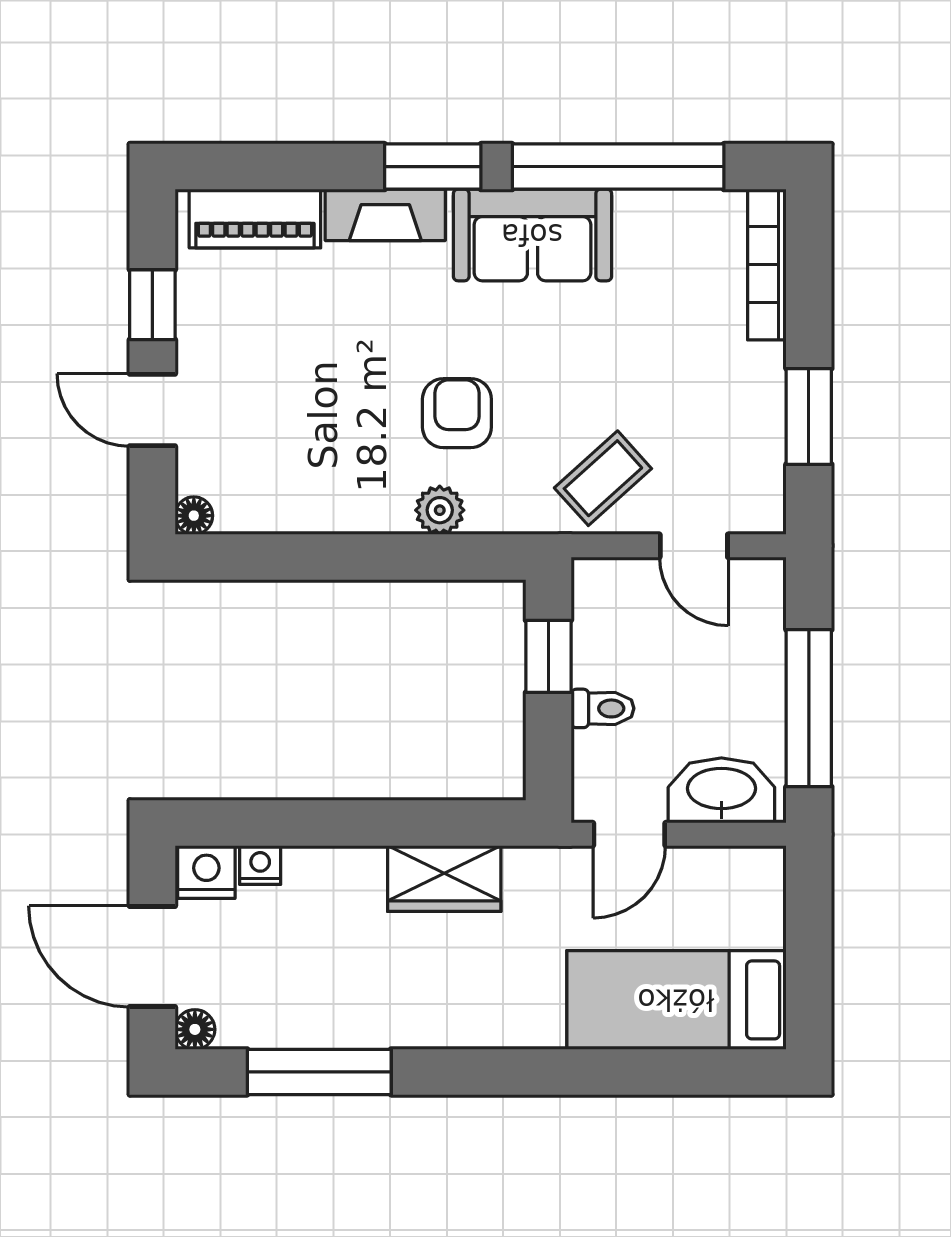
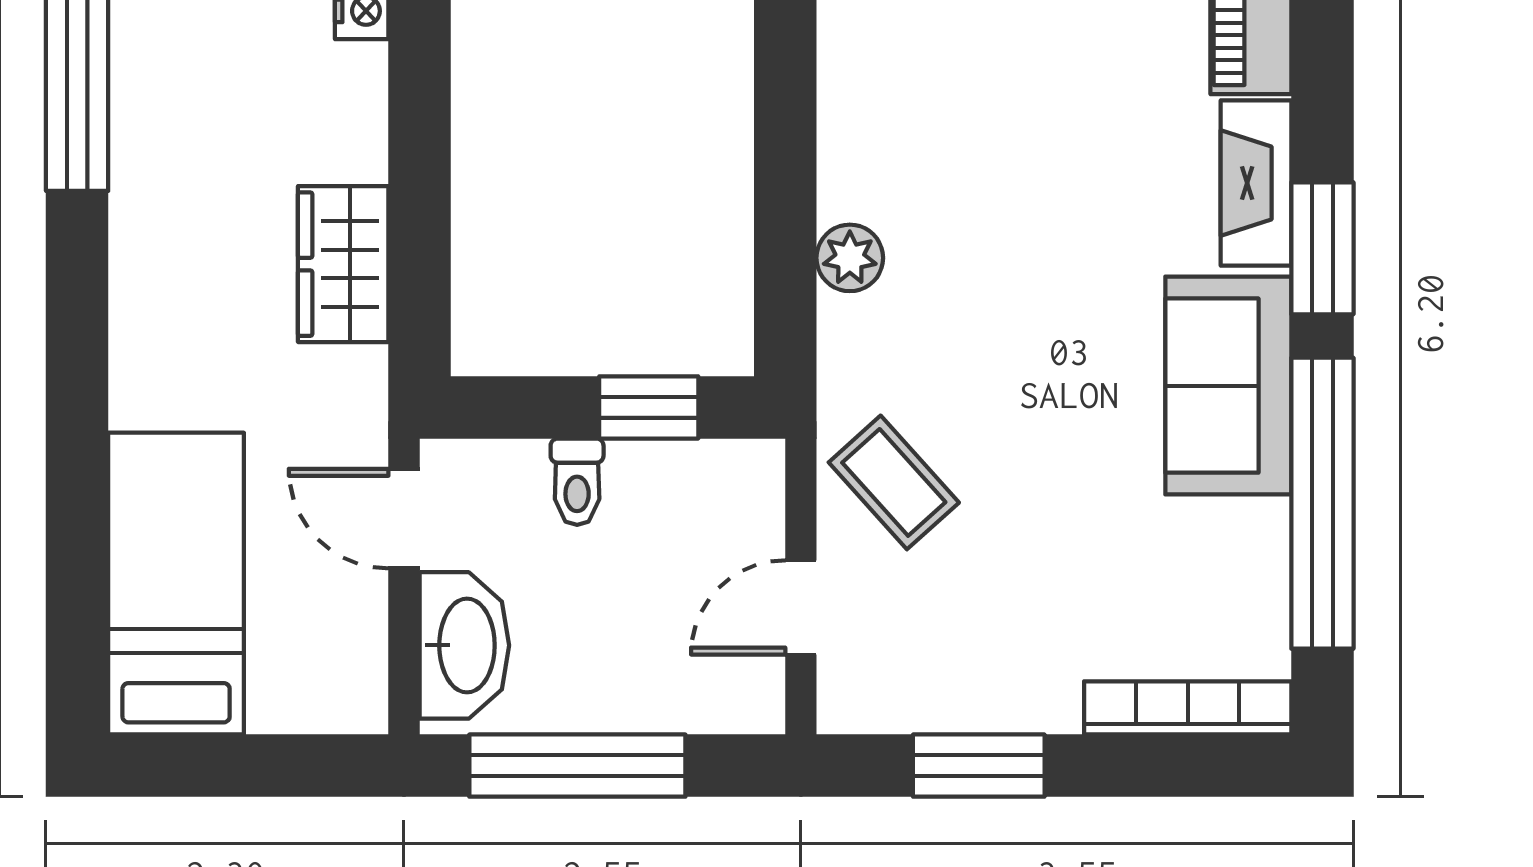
armchair: (457, 413) -> (983, 282), removed

